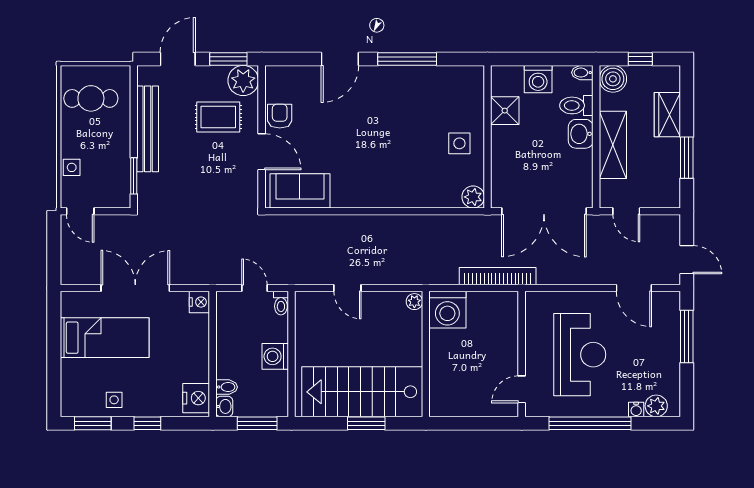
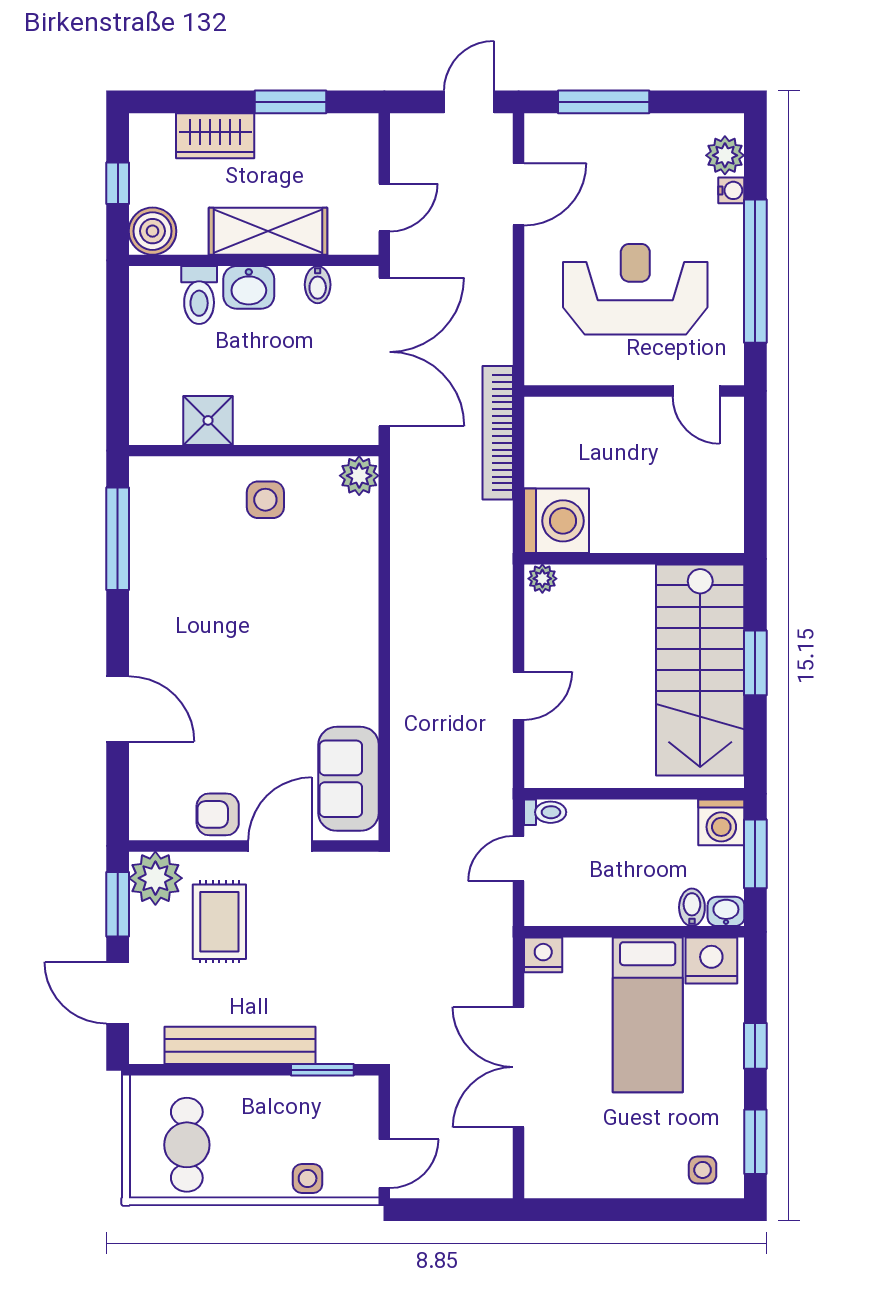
window: (407, 59) -> (118, 539), moved
bidet: (582, 73) -> (318, 285), moved
washing machine: (538, 79) -> (153, 362), removed
bed: (105, 338) -> (648, 1015), moved, turned 180
washing machine: (275, 356) -> (721, 822), moved
side table: (114, 400) -> (703, 1170), moved

